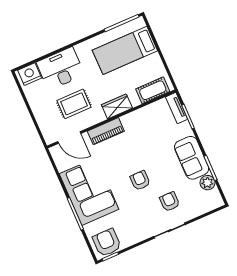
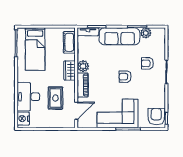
plant: (130, 121) -> (83, 66), added
sofa: (192, 158) -> (120, 36), width x1.36
armchair: (107, 243) -> (156, 117), turned 90

